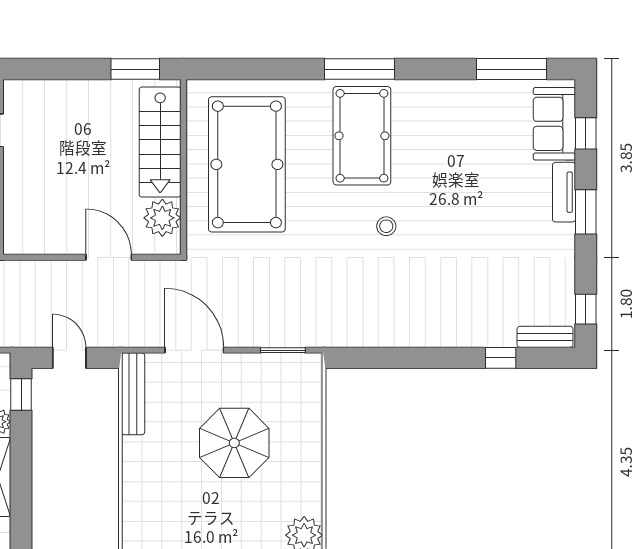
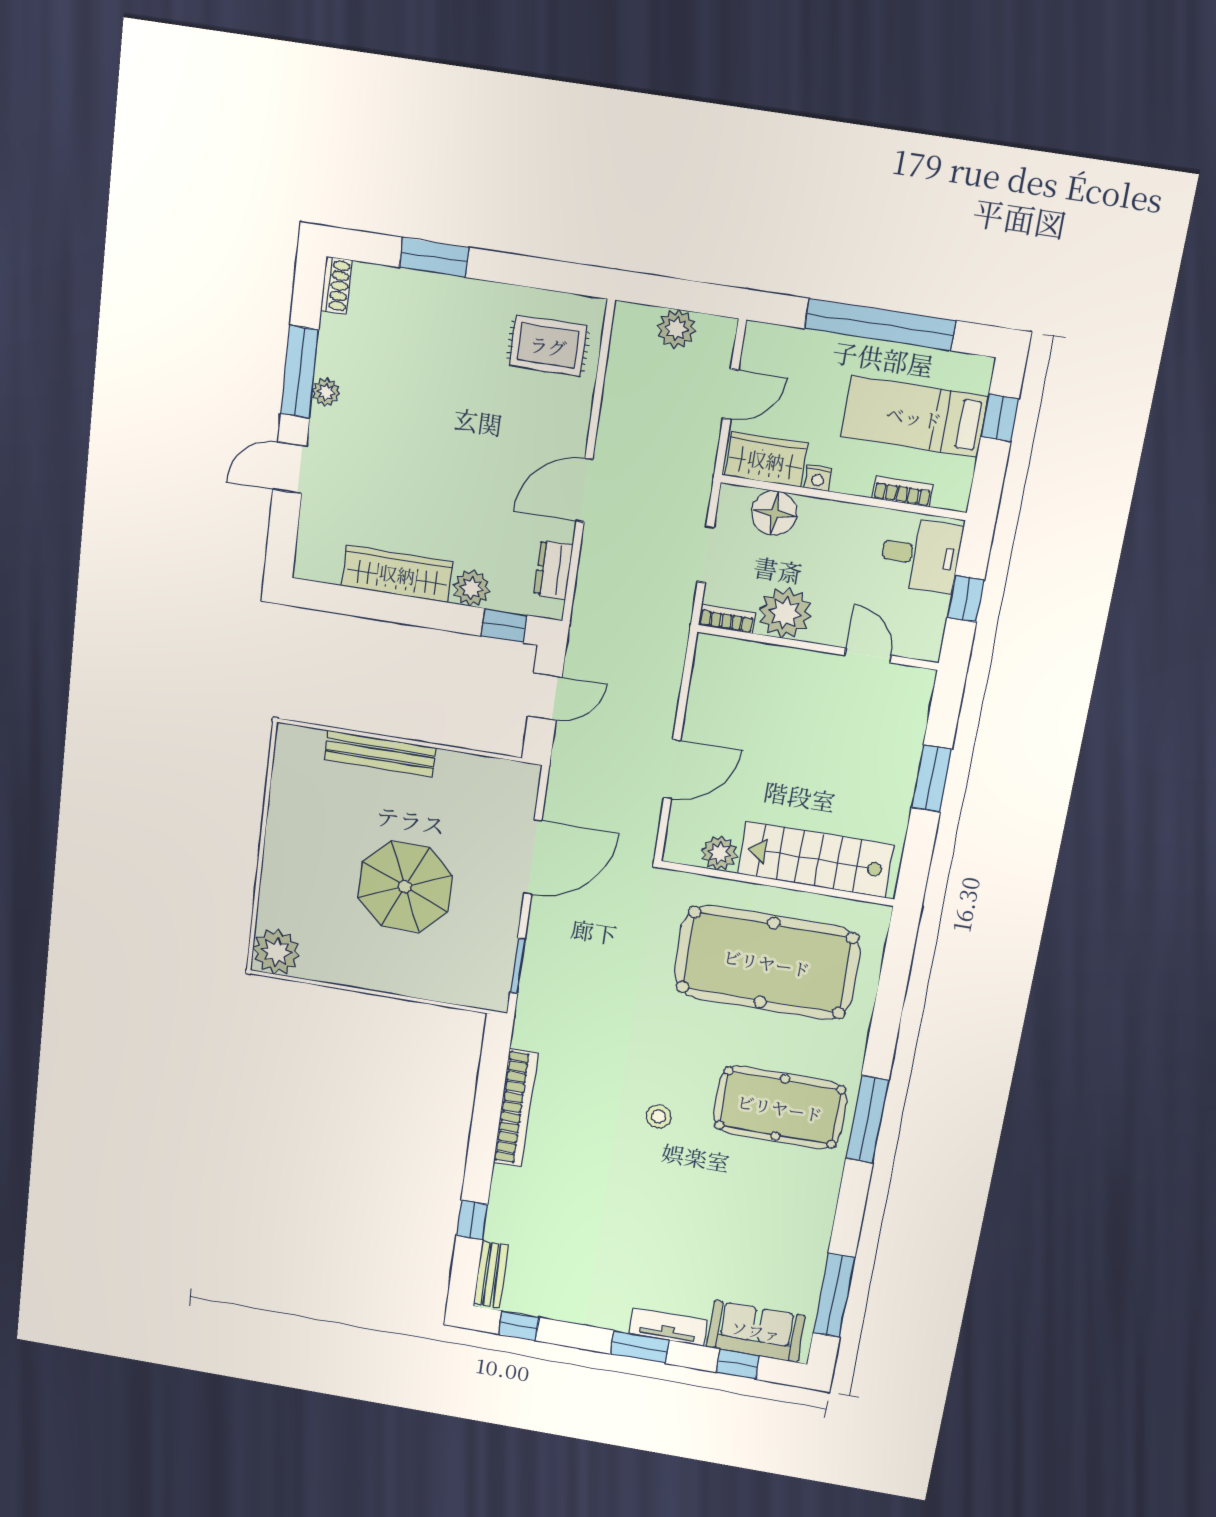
window: (135, 69) -> (932, 778), moved
plant: (162, 218) -> (719, 853), width x0.73, depth x0.73
bookcase: (399, 336) -> (515, 1108), added
bench: (133, 394) -> (380, 754), moved

